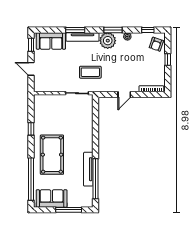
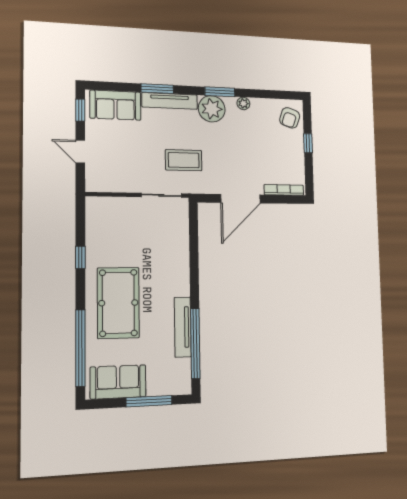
window: (148, 30) -> (276, 95), removed
door: (124, 95) -> (241, 199), width x1.88

